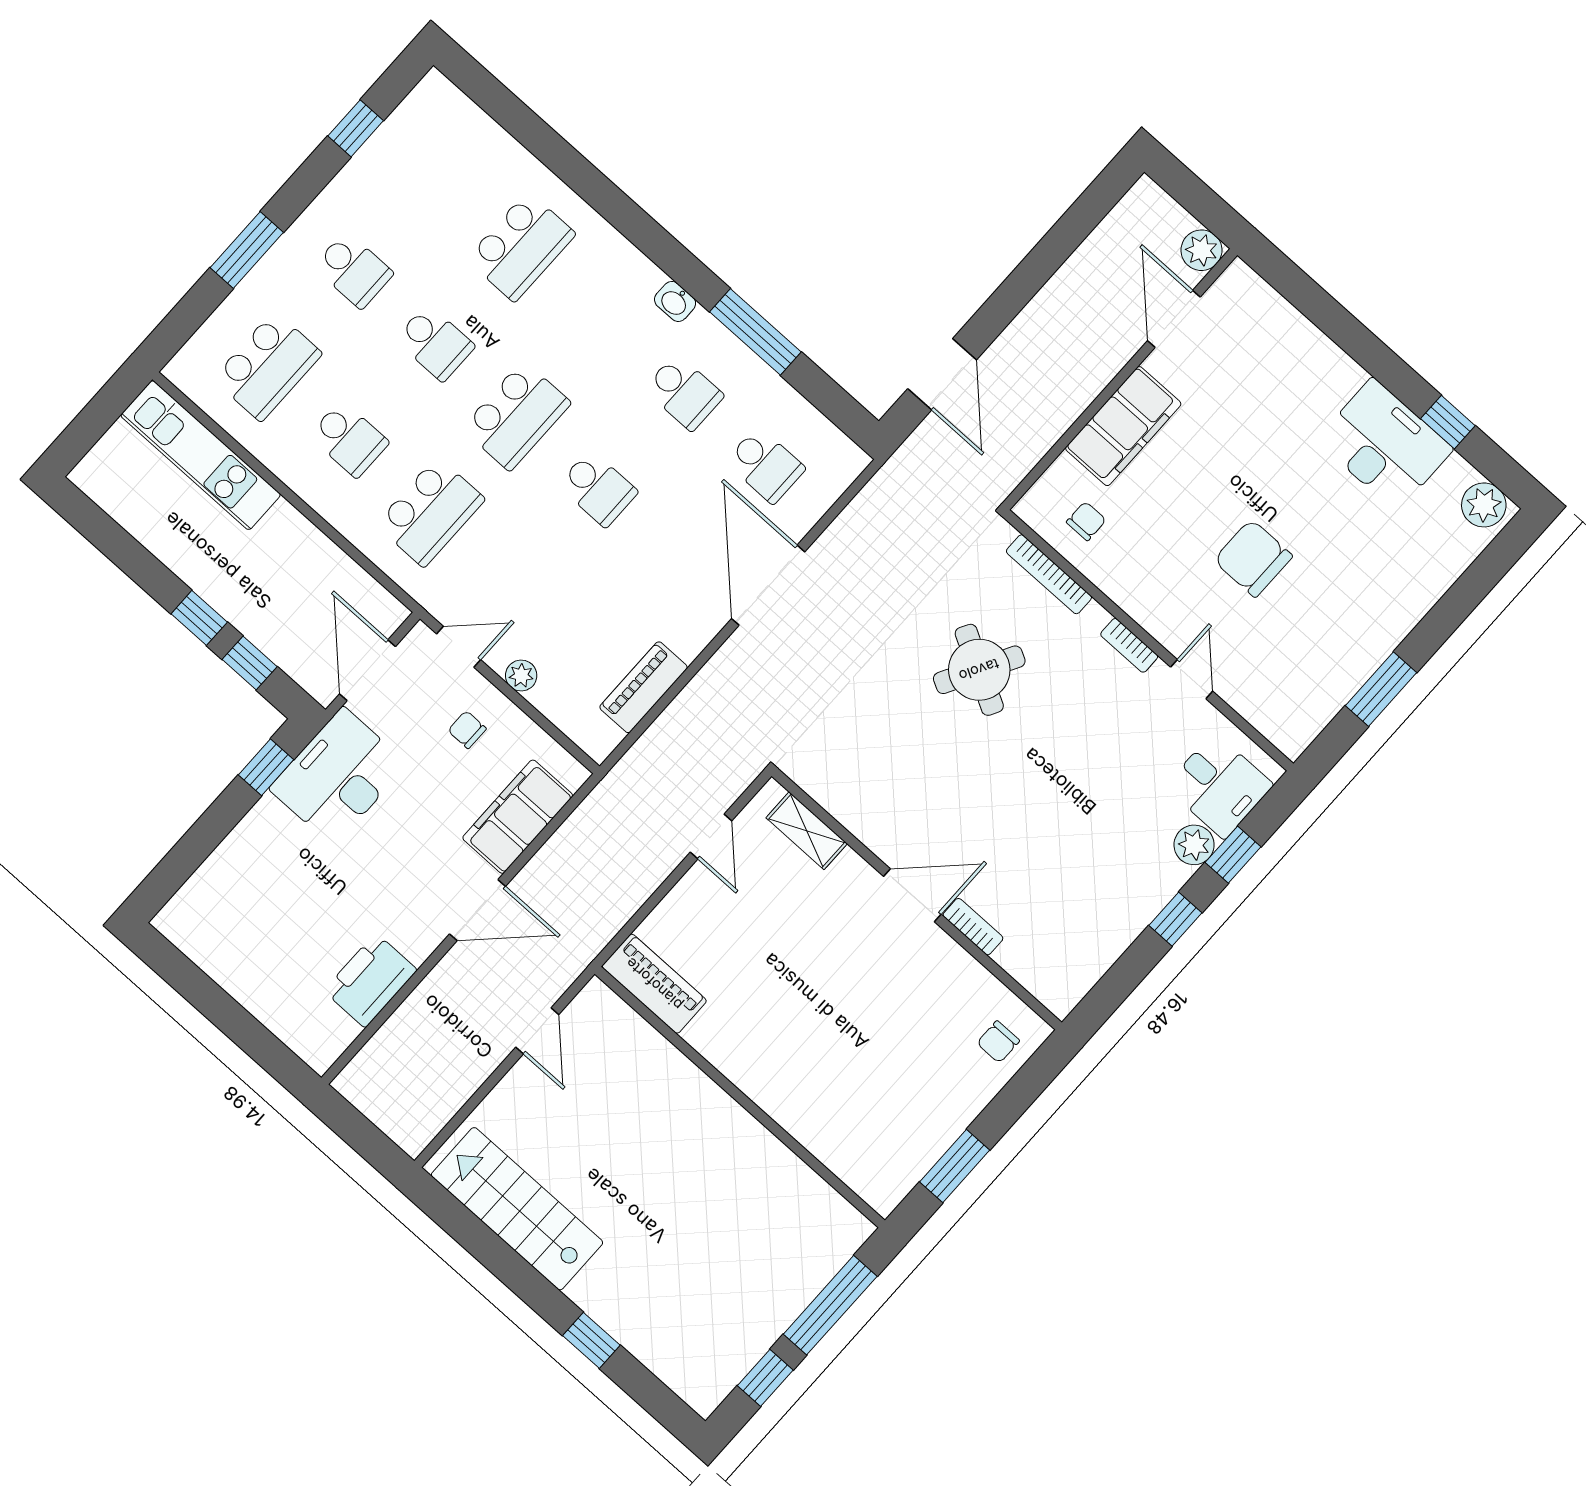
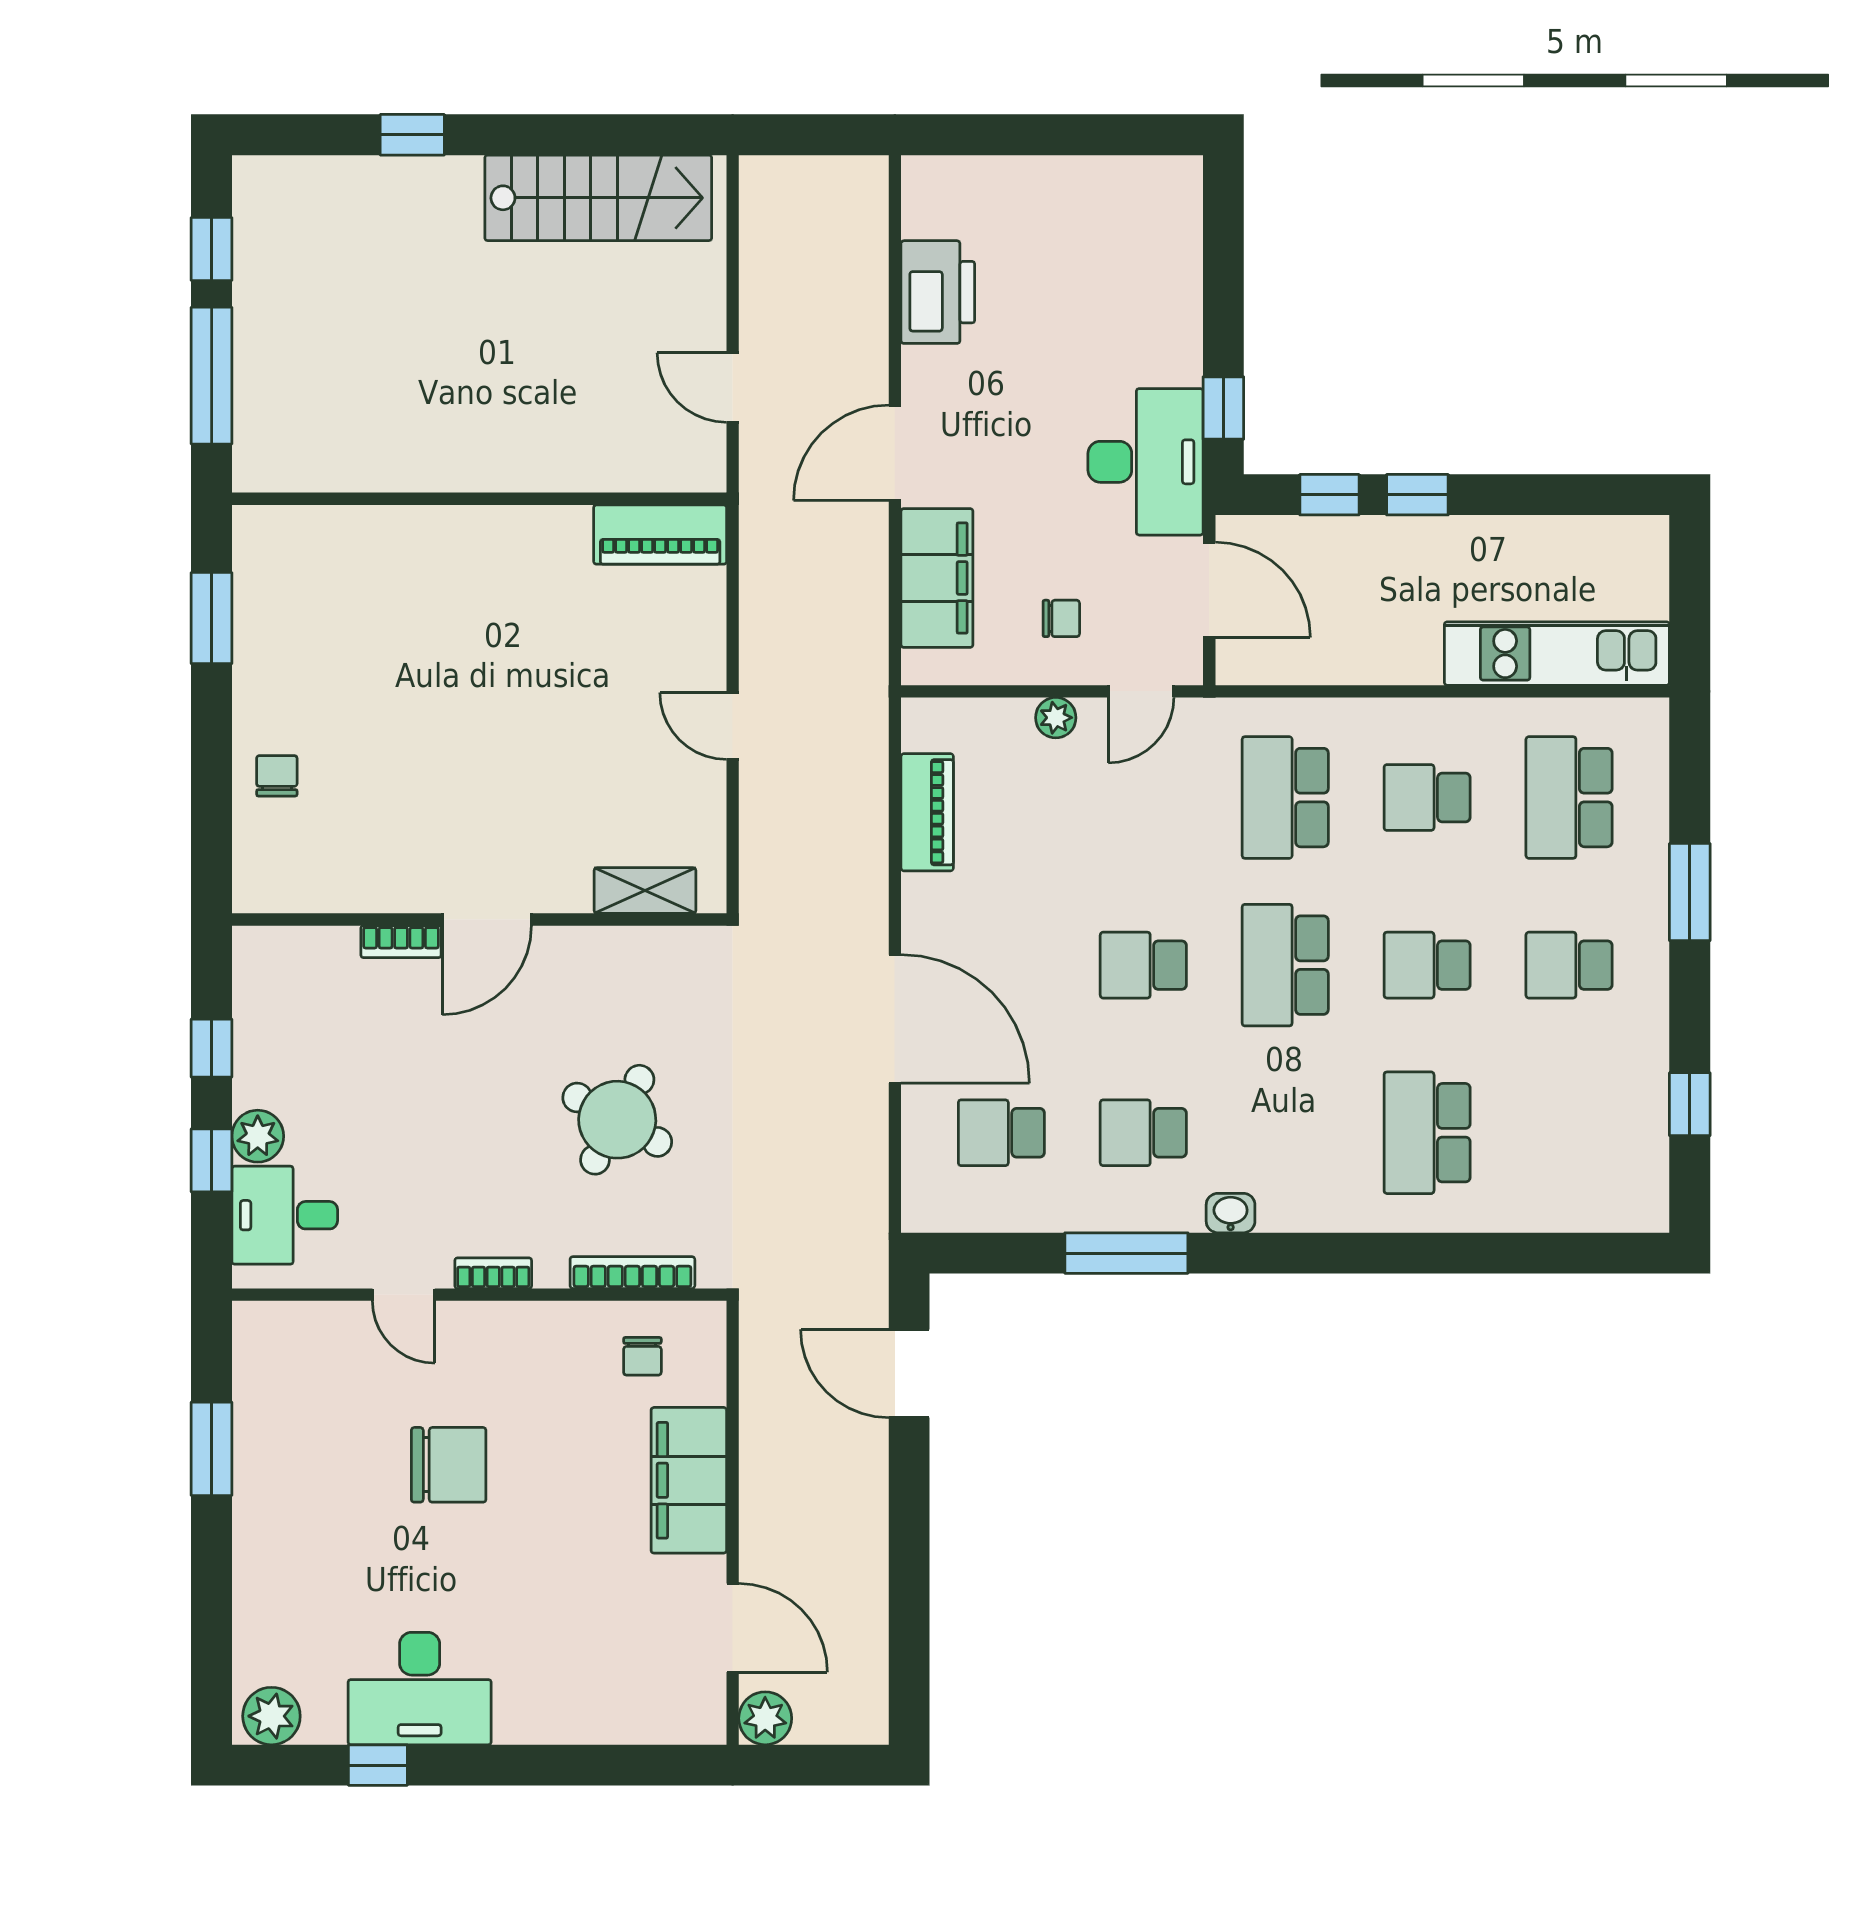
shelving: (807, 831) -> (645, 891), moved
door: (912, 895) -> (487, 919), moved
wall: (917, 899) -> (479, 919), moved
bookcase: (973, 927) -> (401, 942), moved

